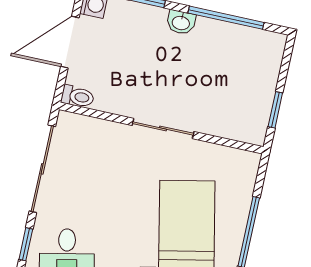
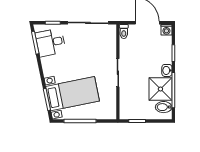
shower: (218, 45) -> (160, 89), added
bidet: (258, 46) -> (164, 107), added

